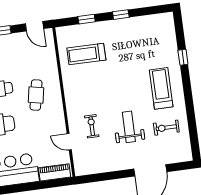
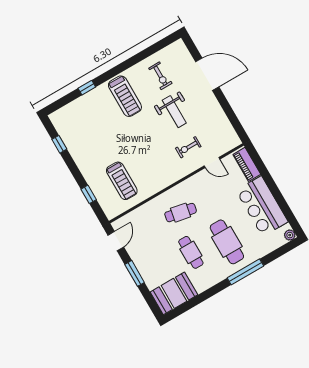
window: (121, 15) -> (59, 144), moved
treadmill: (161, 88) -> (125, 96), turned -90
weight bench: (129, 127) -> (174, 112), turned -90
door: (69, 142) -> (212, 163), hinge flipped

